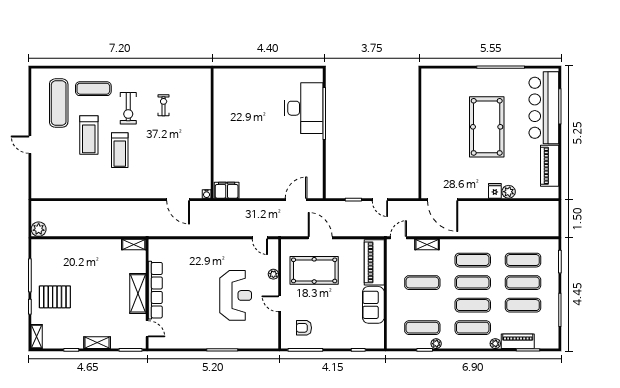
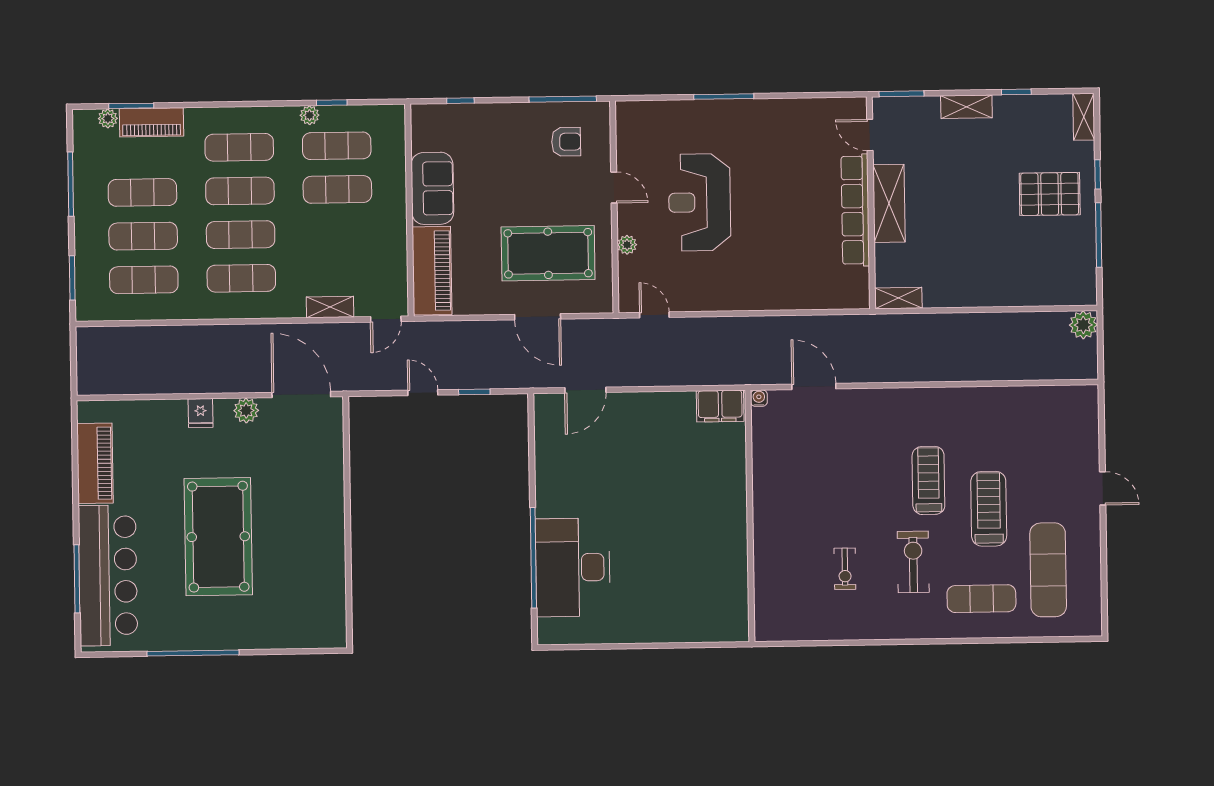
plant: (509, 192) -> (246, 411), moved
exercise mat: (422, 283) -> (337, 189), moved
plant: (495, 344) -> (108, 118), moved

